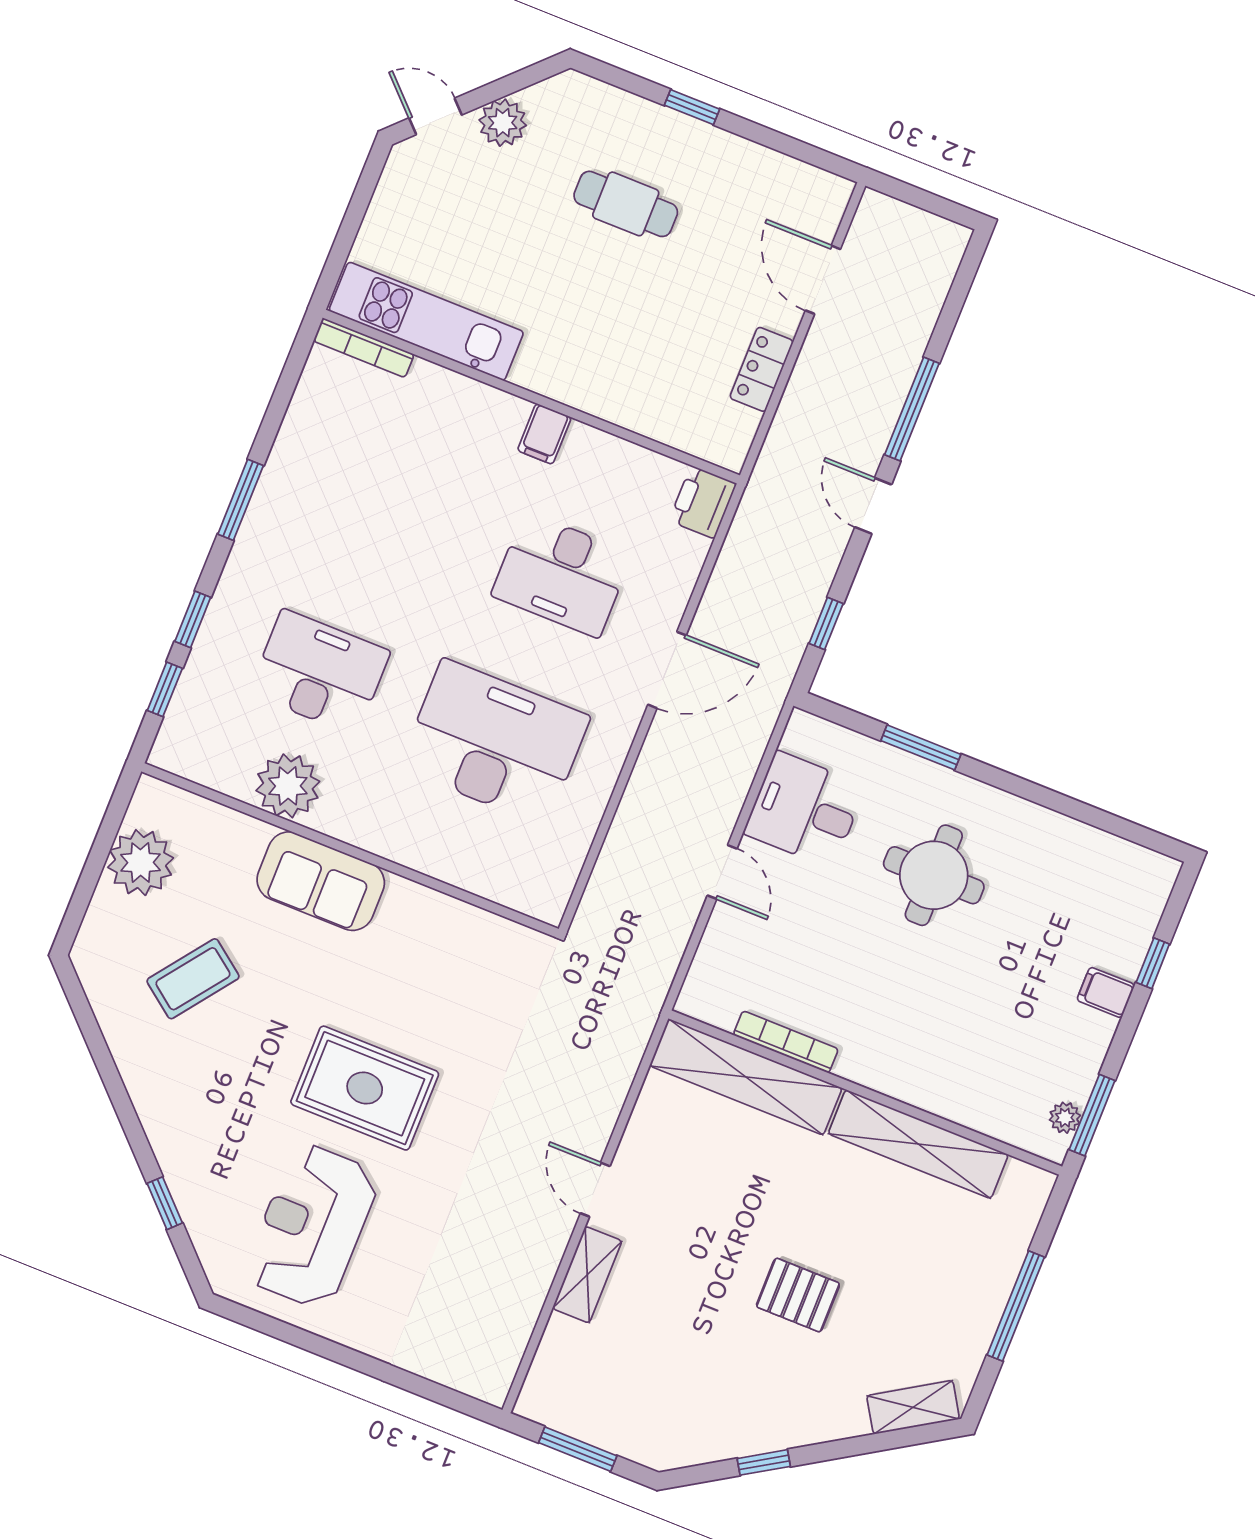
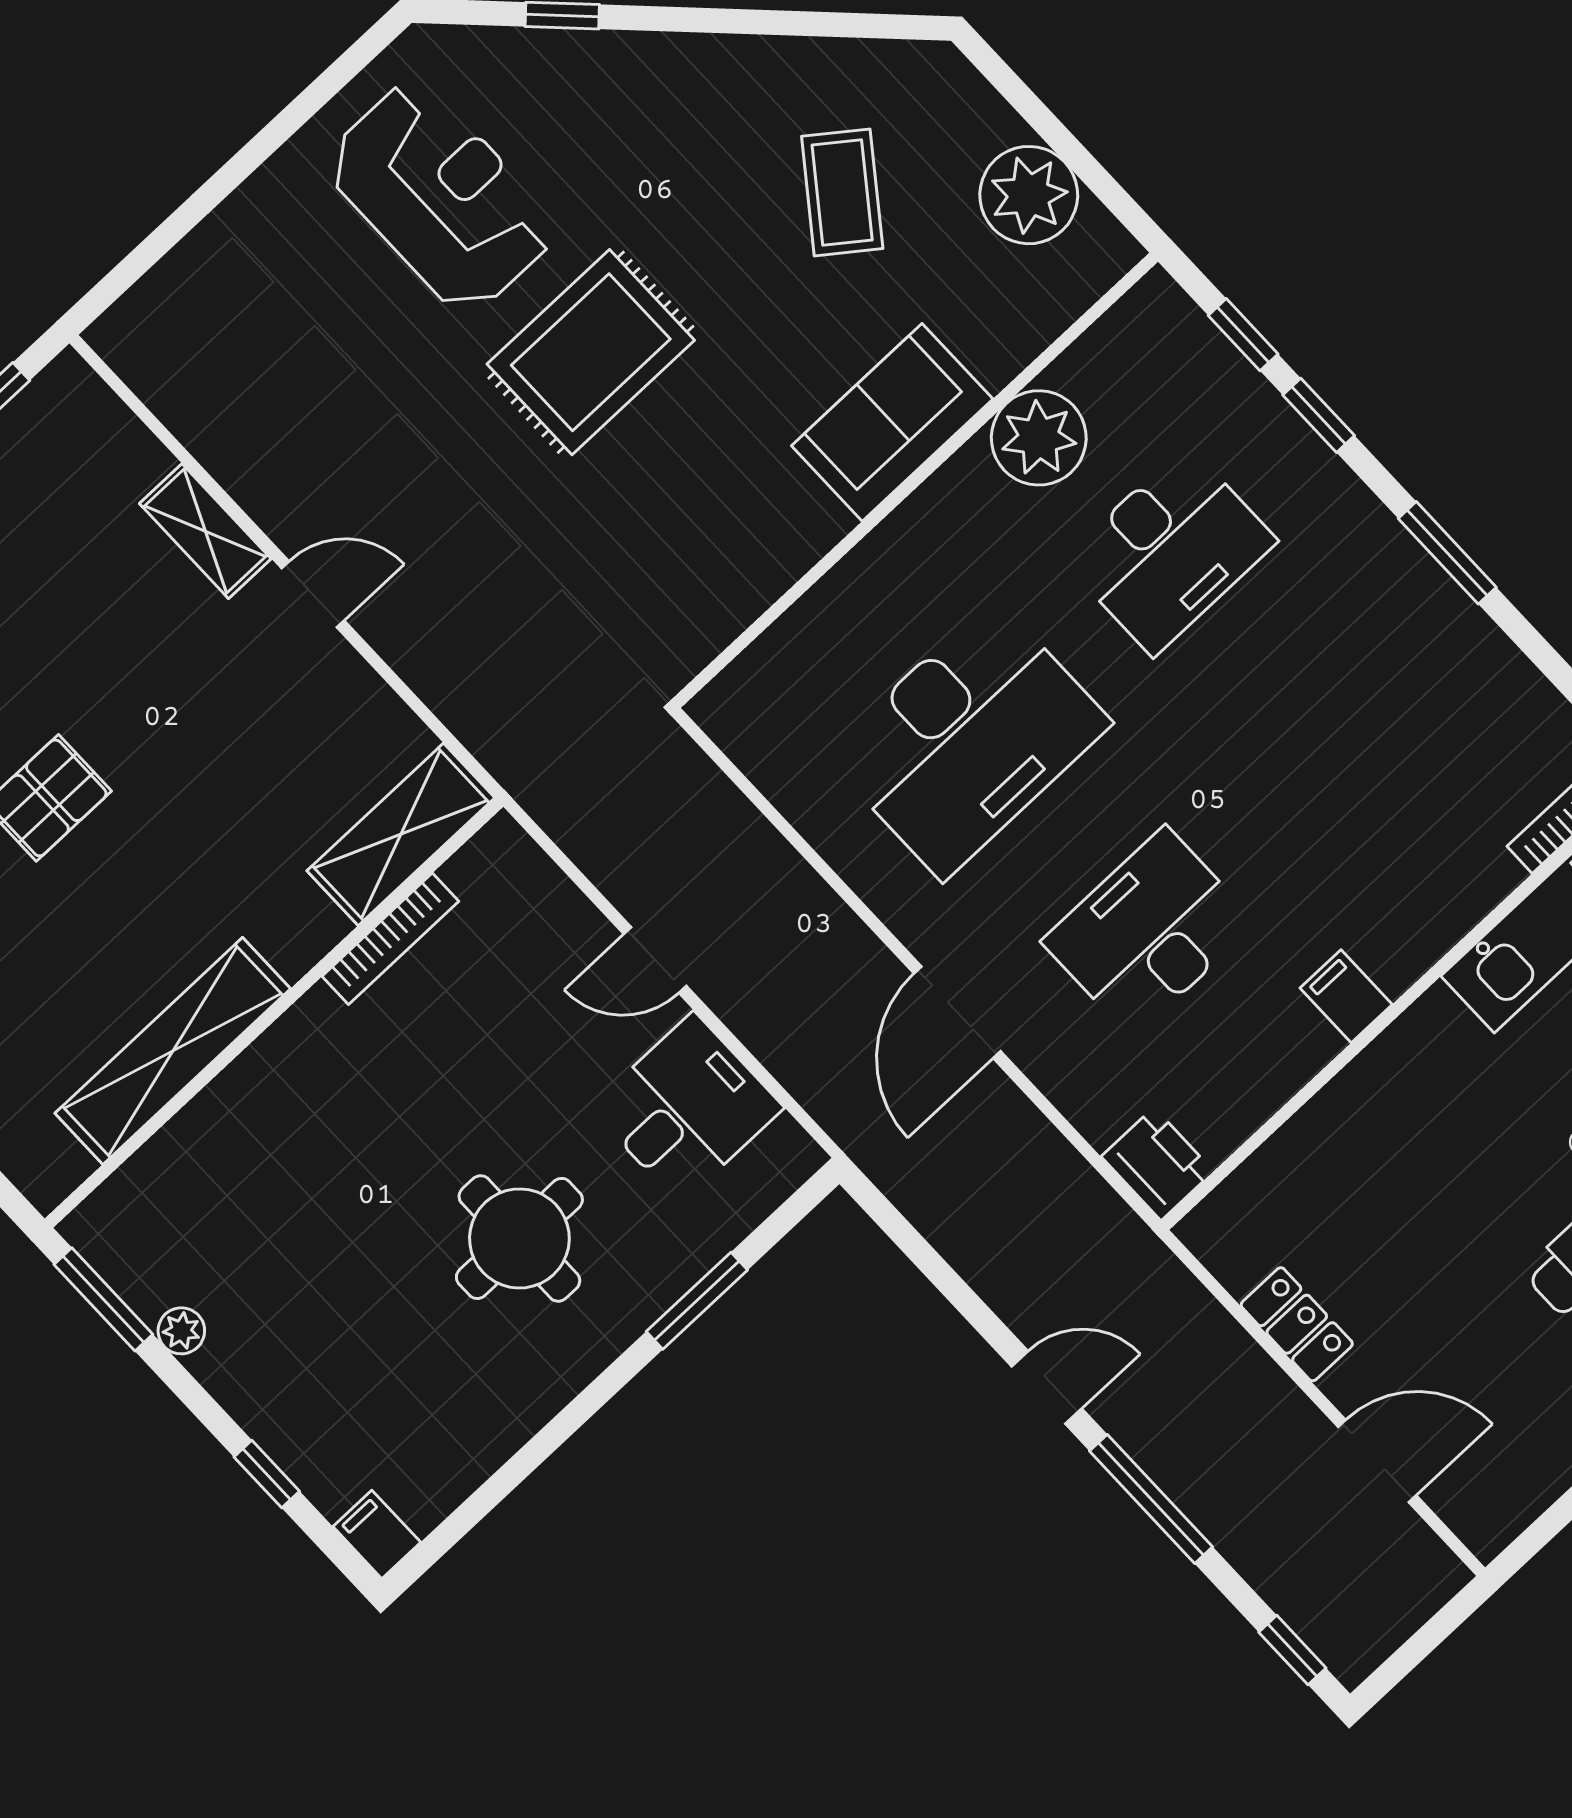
window: (826, 624) -> (1292, 1650), moved
filing cabinet: (1106, 992) -> (377, 1534), moved, turned -90
shelving: (746, 1077) -> (401, 834), width x0.68
plant: (1065, 1118) -> (181, 1331), moved

